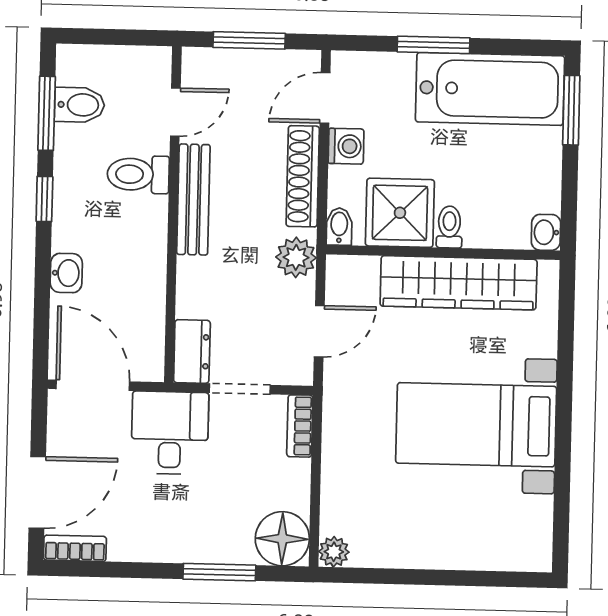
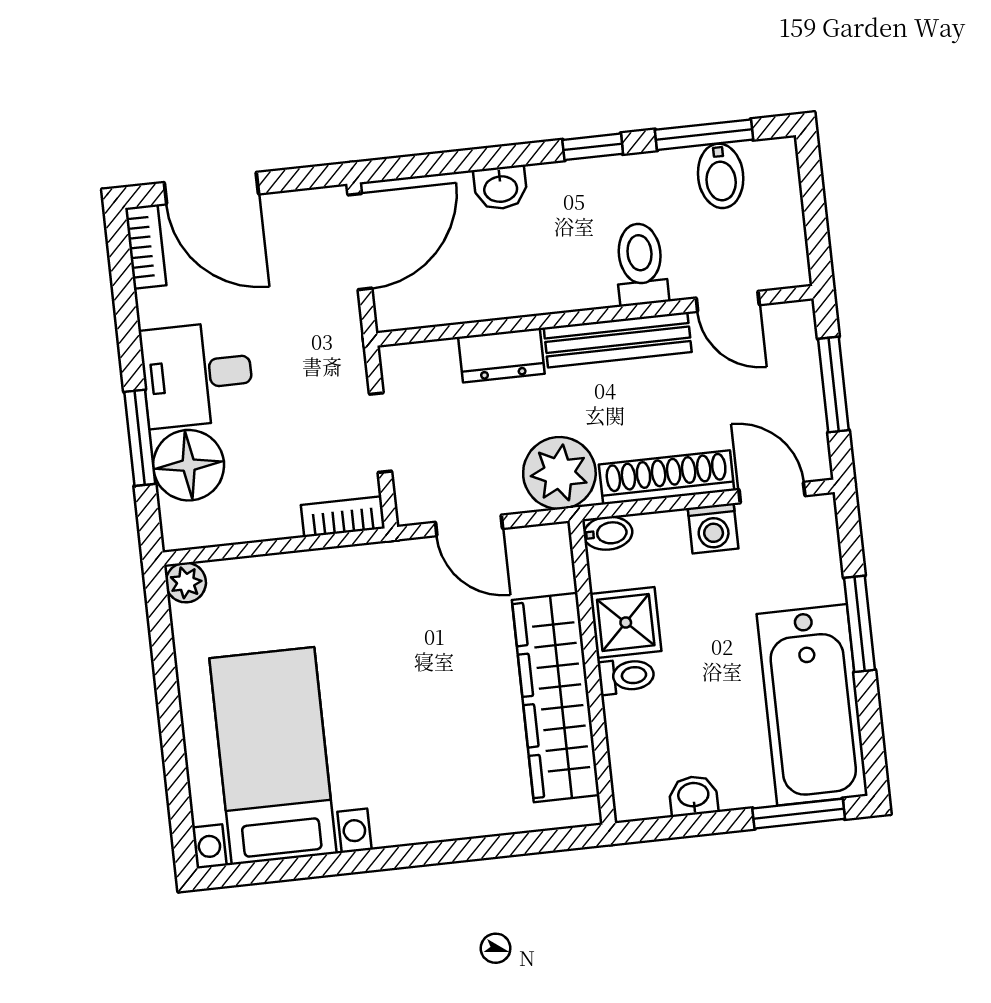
shower: (400, 213) -> (626, 622), width x0.73, depth x0.73
washbasin: (546, 232) -> (693, 796), moved
plant: (296, 257) -> (559, 473), width x1.36, depth x1.36
dresser: (192, 351) -> (501, 355), moved
bed with nightstands: (476, 425) -> (273, 756), moved
desk: (170, 433) -> (197, 374), moved, turned 180
floor lamp: (282, 539) -> (189, 465), moved

